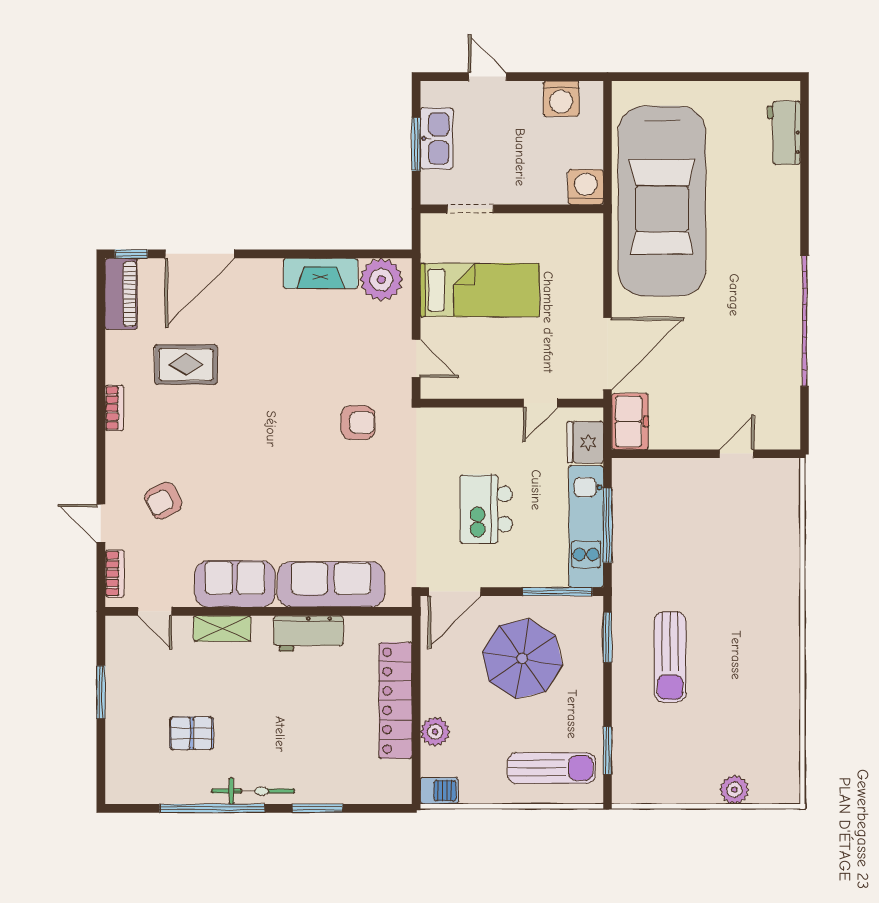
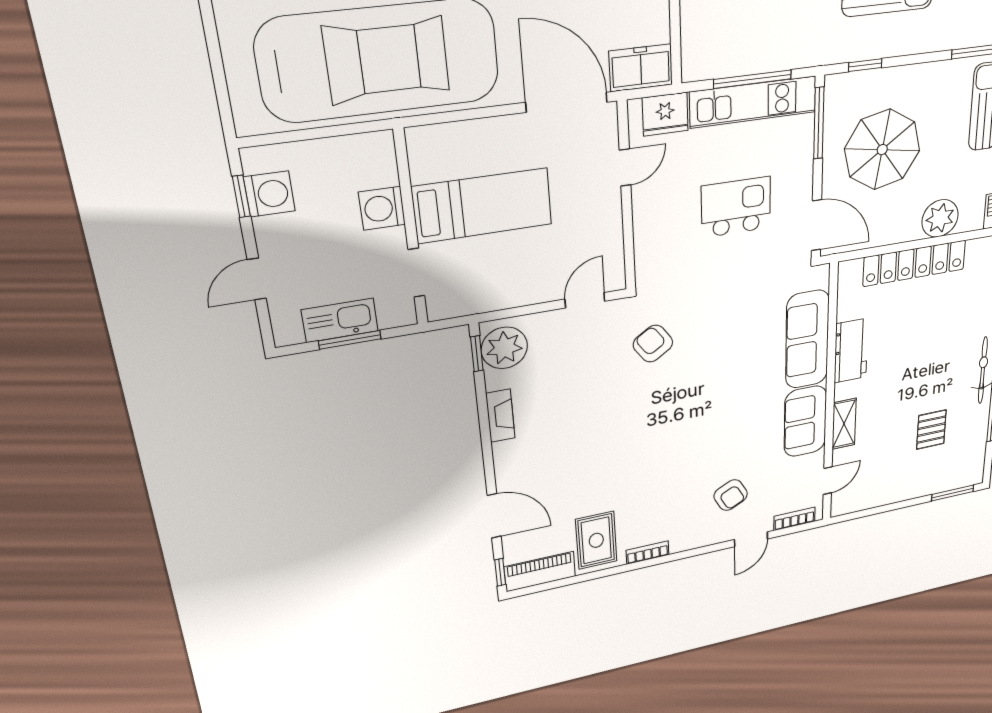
window: (562, 77) -> (241, 196), added
washing machine: (586, 187) -> (382, 208), moved
door: (200, 254) -> (494, 516), width x0.73
window: (380, 254) -> (477, 354), added
fireplace: (321, 273) -> (500, 416), width x0.73, depth x0.76
bed: (480, 290) -> (483, 206), moved, turned 90
rug: (186, 365) -> (596, 540), moved
door: (541, 403) -> (625, 168), hinge flipped
armchair: (358, 423) -> (653, 344), turned -34
kitchen island: (486, 509) -> (736, 207), turned 180
window: (607, 637) -> (865, 65), width x0.67
window: (101, 692) -> (953, 493), moved
plant: (435, 732) -> (940, 218), width x1.36, depth x1.36

